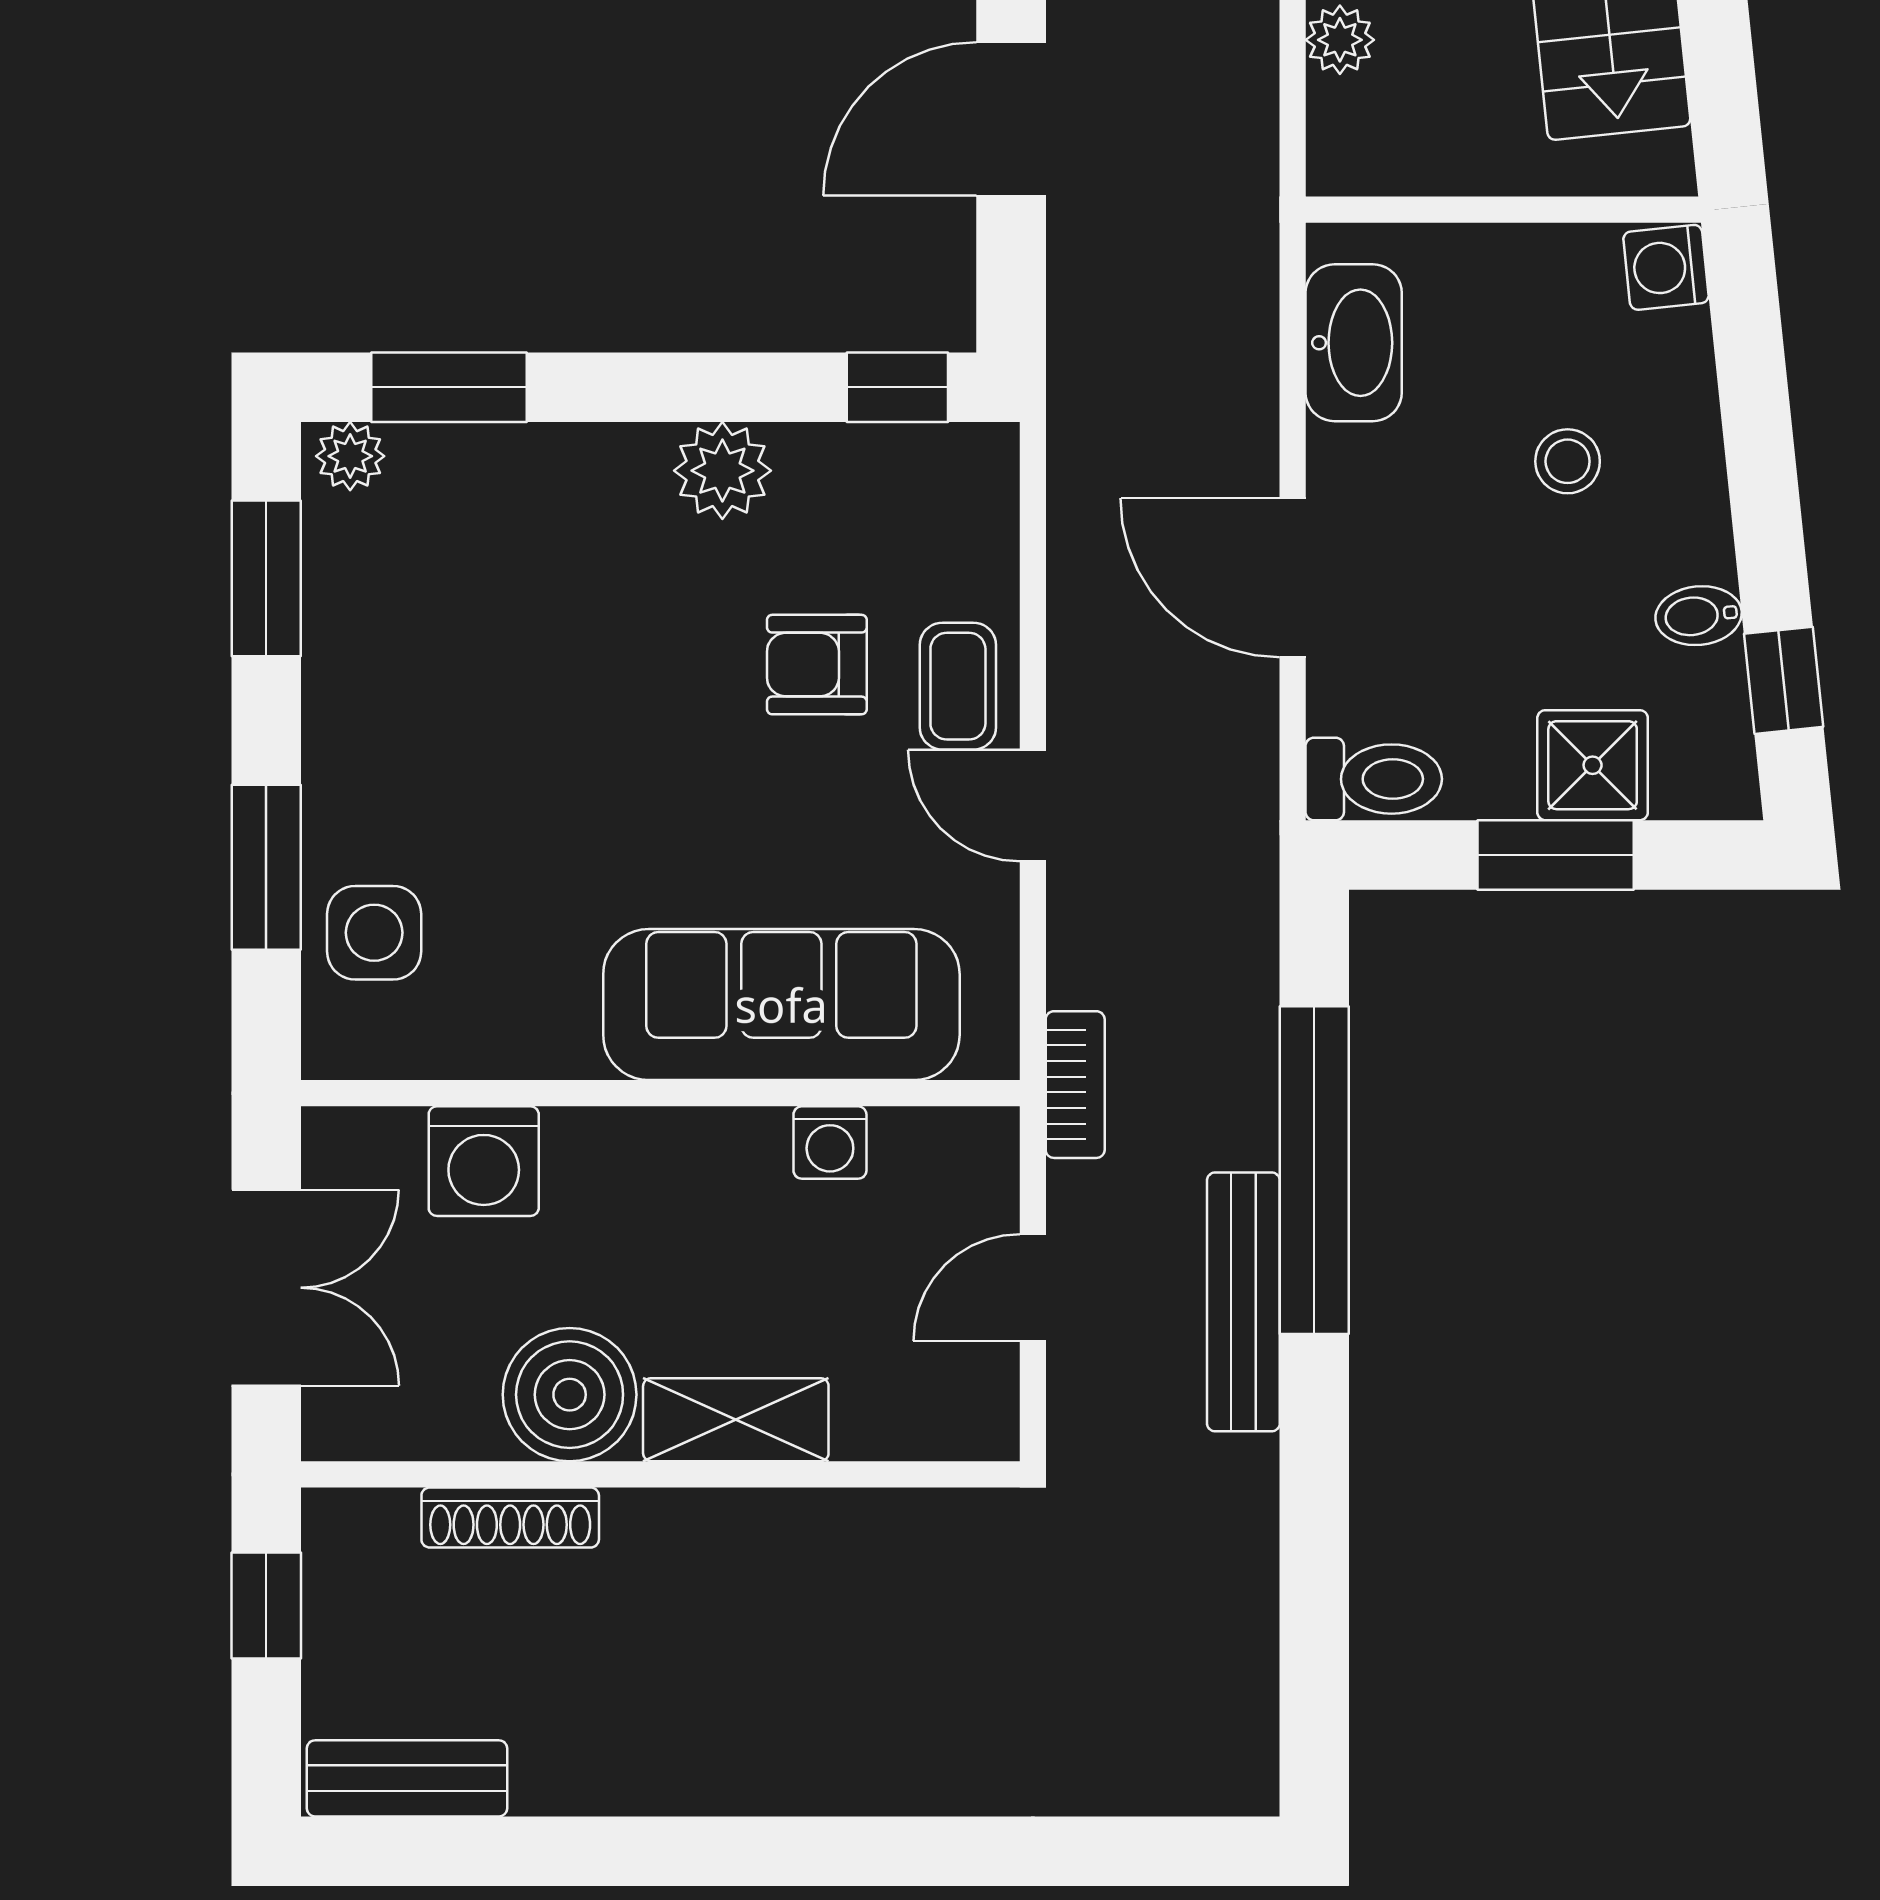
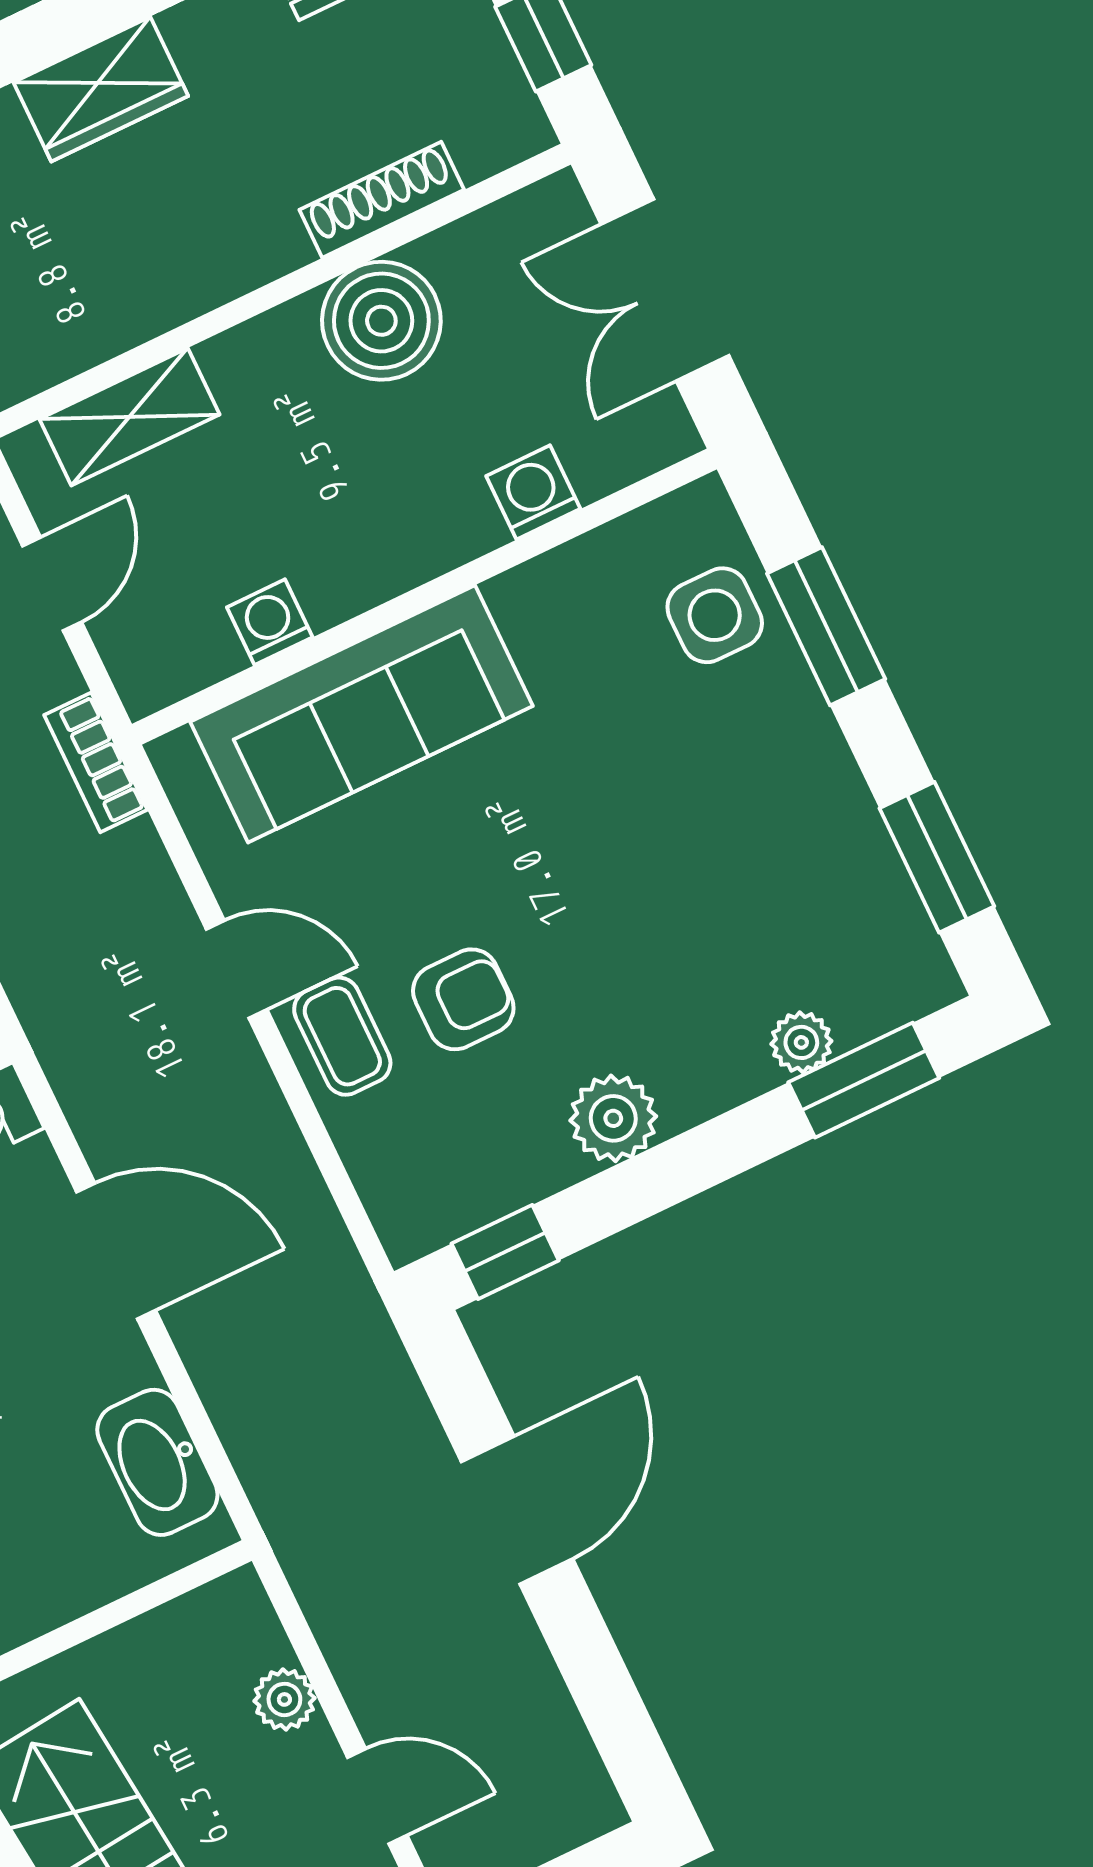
plant: (350, 456) -> (801, 1042), moved
washing machine: (484, 1161) -> (533, 492), width x0.73, depth x0.73
shelving: (736, 1420) -> (129, 417), moved
wardrobe: (742, 1767) -> (101, 89), added

